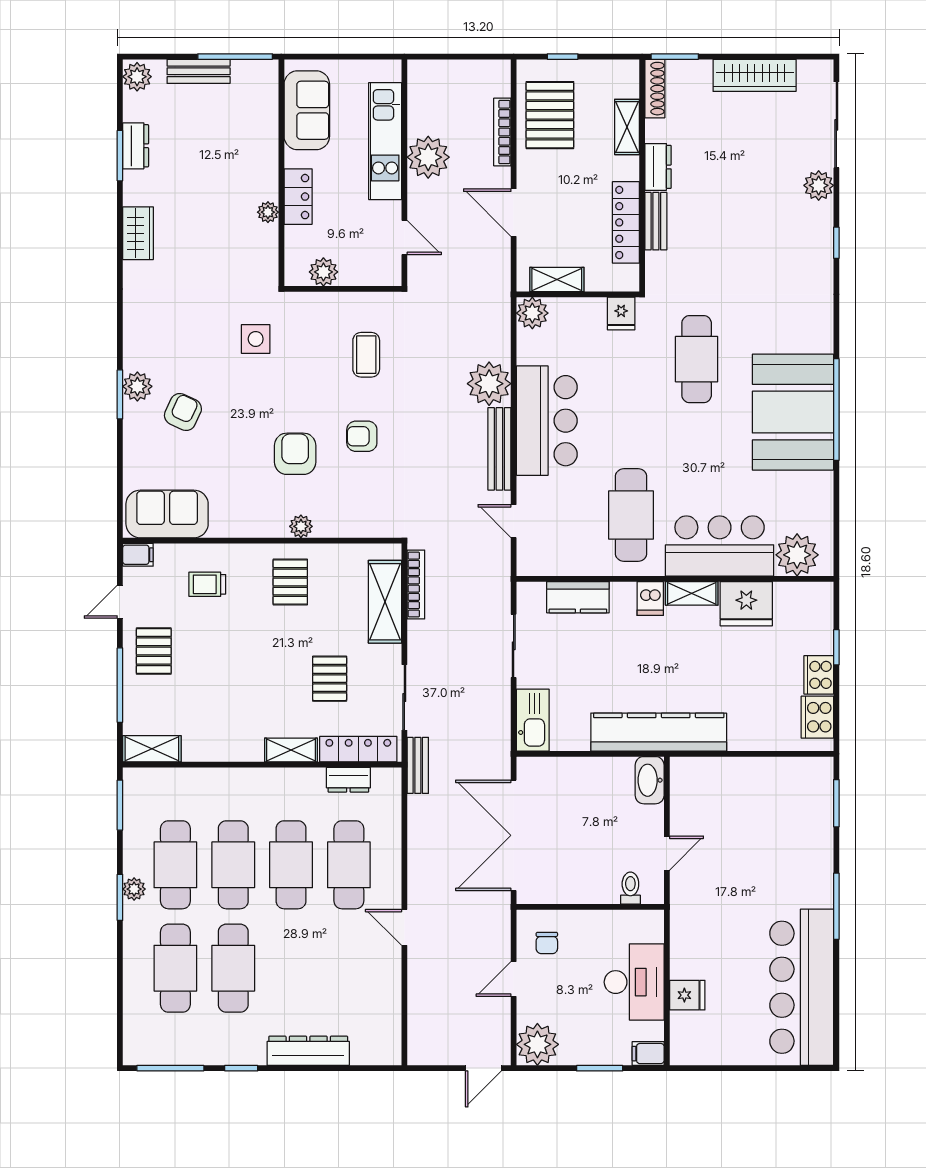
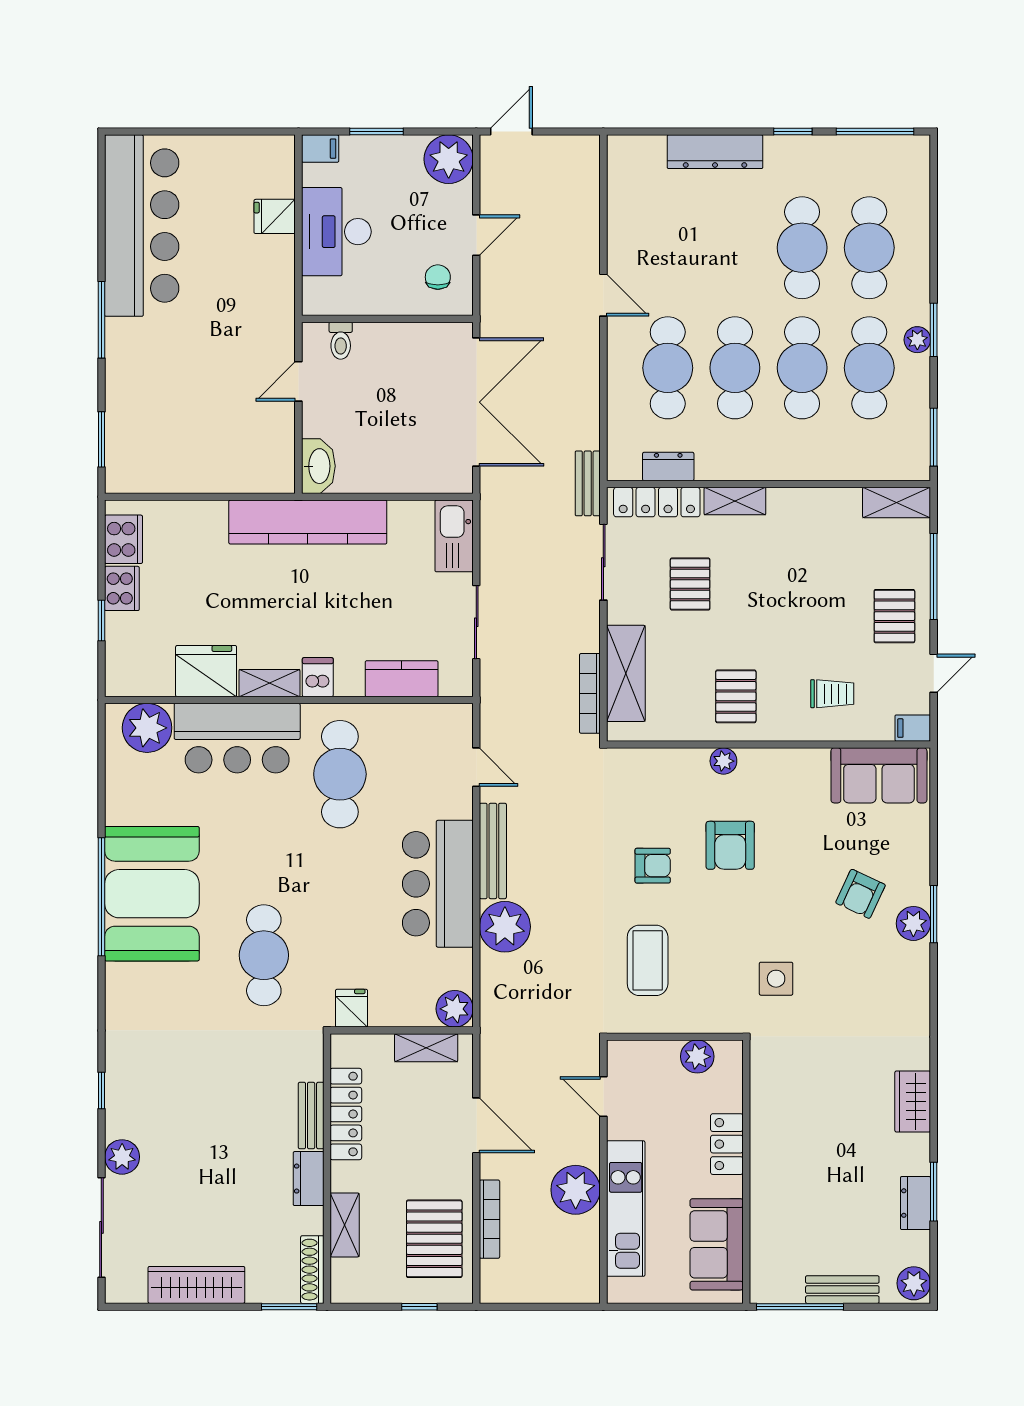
plant: (268, 212) -> (762, 1126), removed
coffee table: (366, 355) -> (648, 960), width x1.36, depth x1.30

